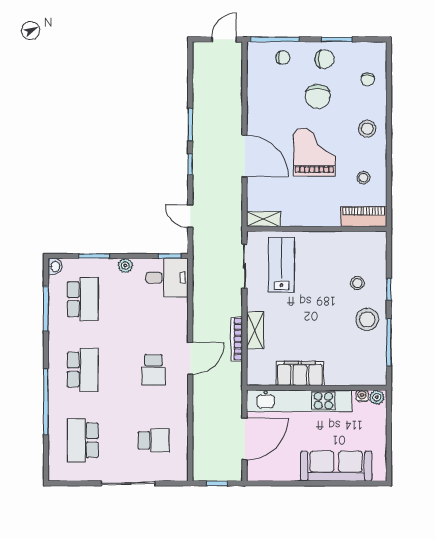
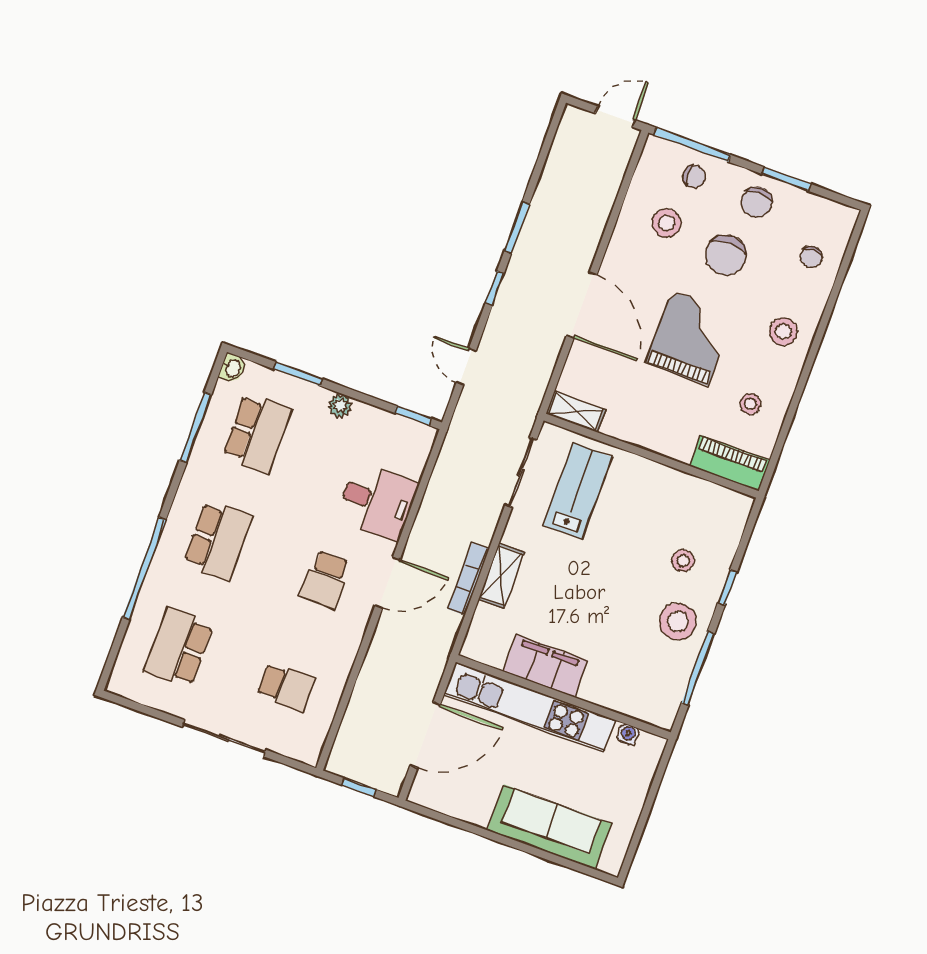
chair: (325, 59) -> (757, 202), turned 90
stool: (276, 90) -> (667, 223), added
desk: (167, 278) -> (377, 502), moved
plant: (377, 397) -> (649, 745), removed

